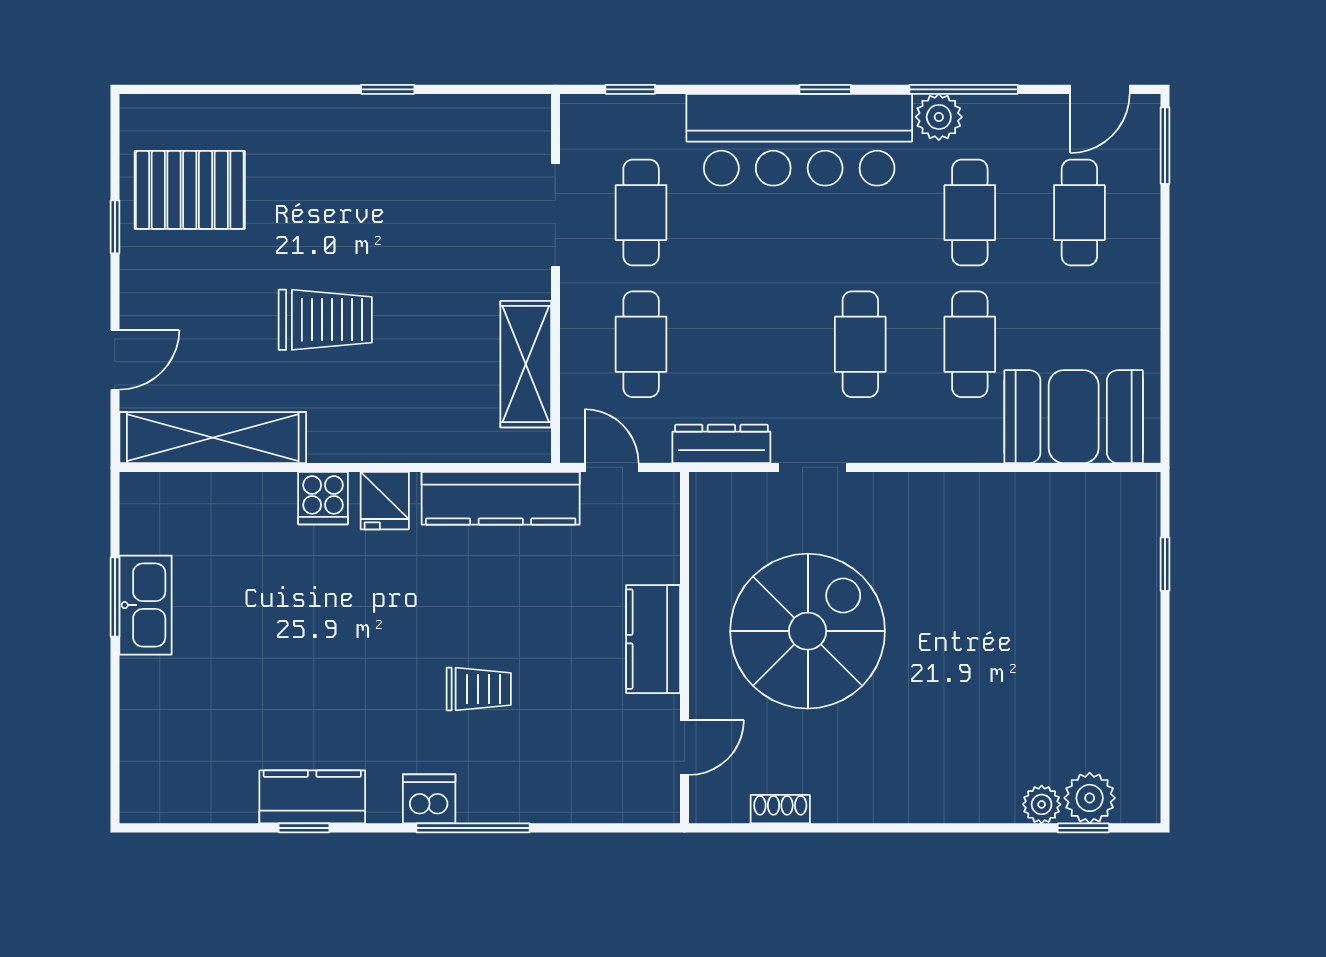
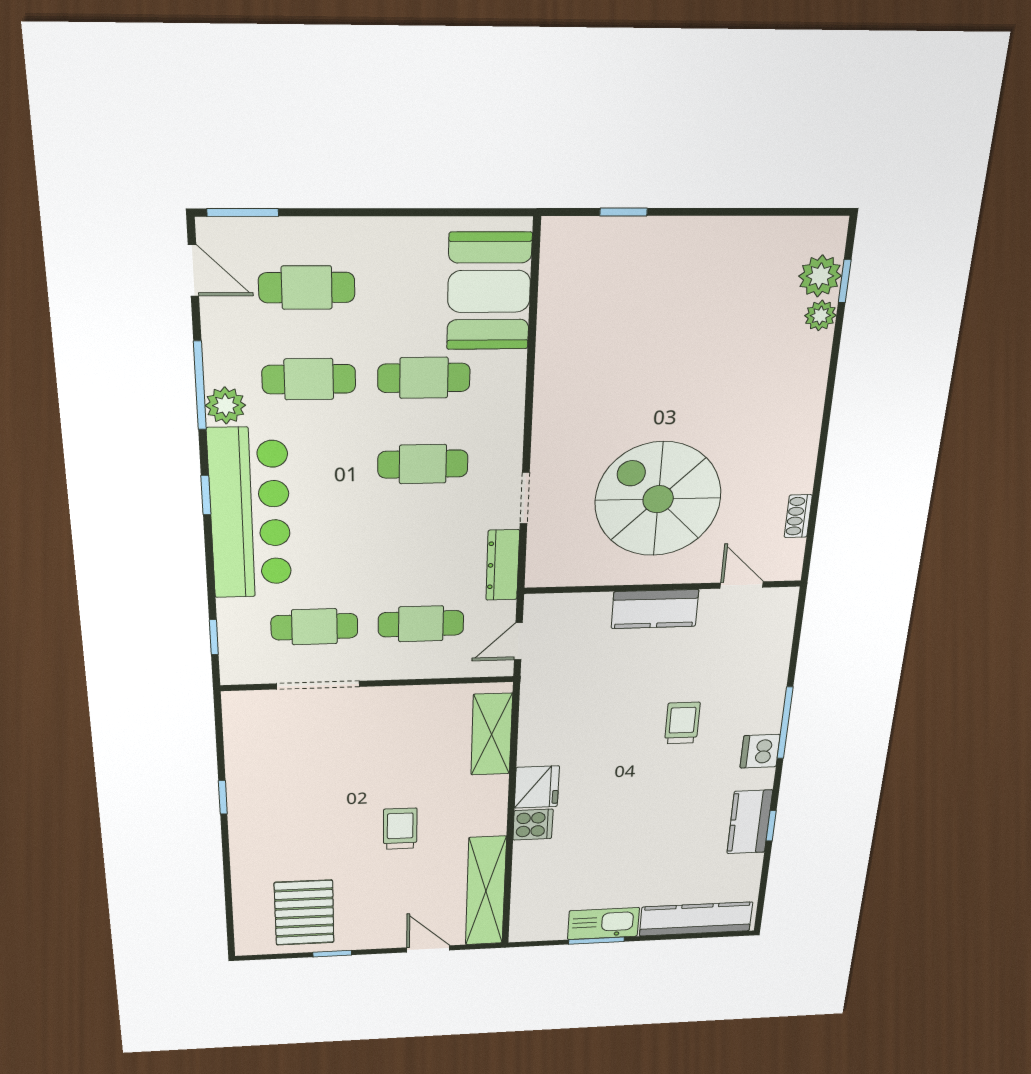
trolley: (325, 320) -> (400, 829), width x0.73, depth x0.72
shelving: (526, 364) -> (492, 734), moved, turned 90
kitchen counter: (501, 498) -> (696, 919), moved, turned -90
fridge: (385, 501) -> (537, 787), width x1.38

